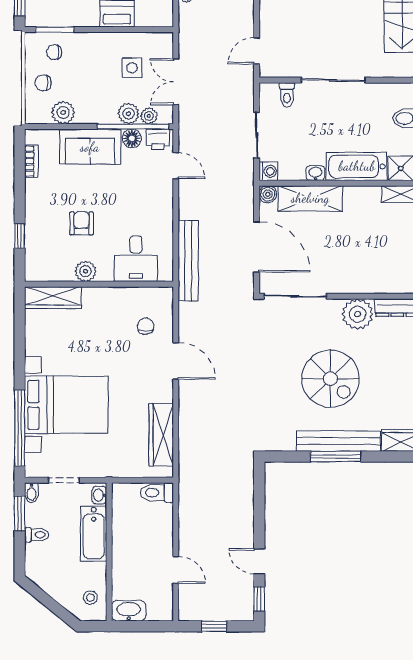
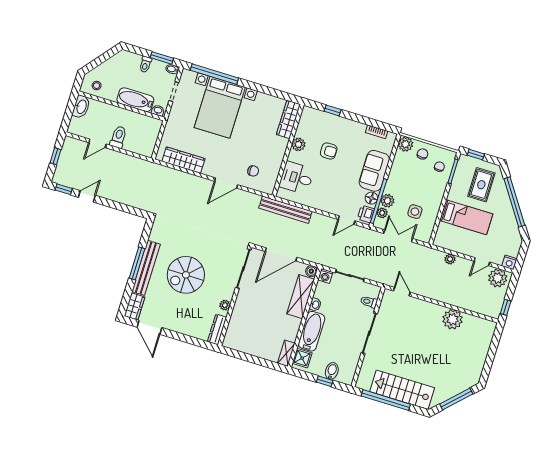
plant: (63, 113) -> (406, 144), moved
plant: (358, 314) -> (225, 305), width x0.53, depth x0.53
toilet: (157, 493) -> (118, 137), moved

